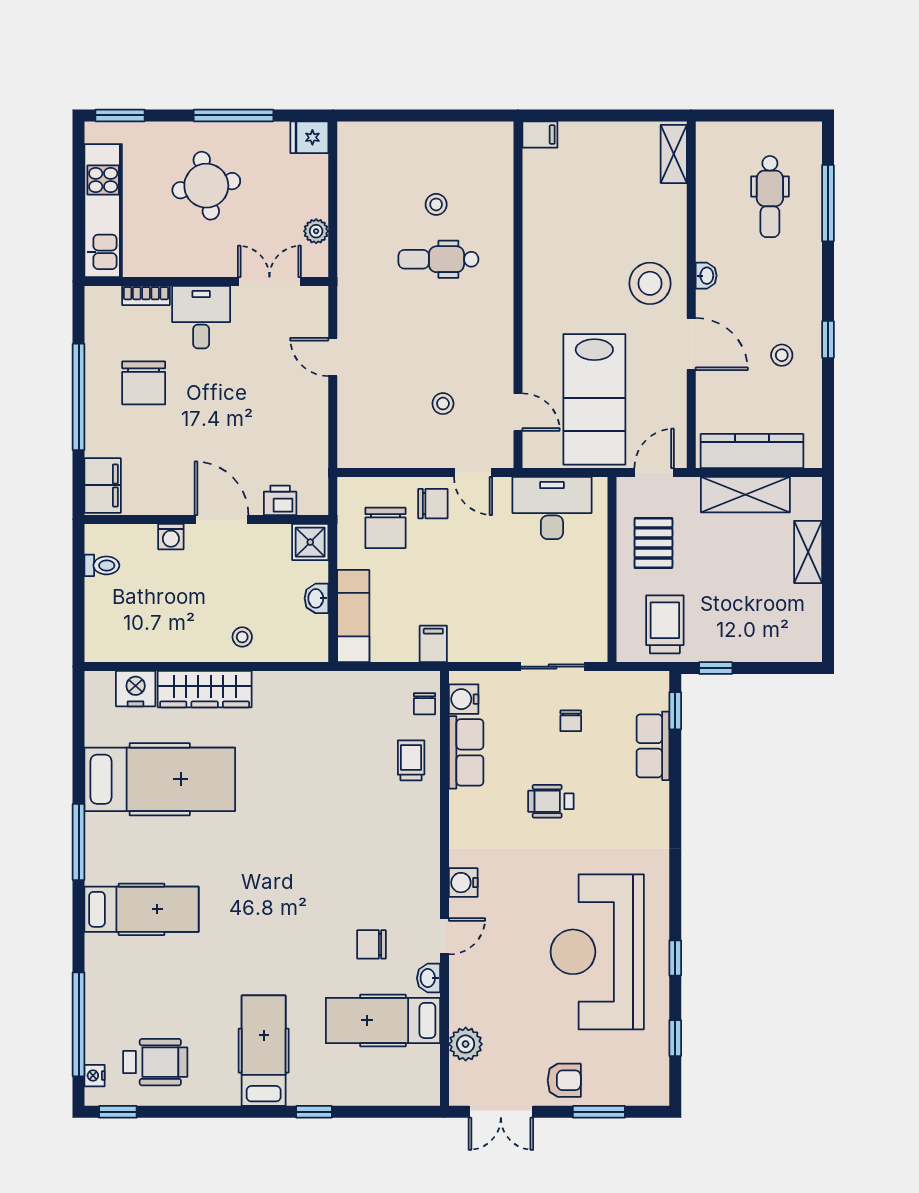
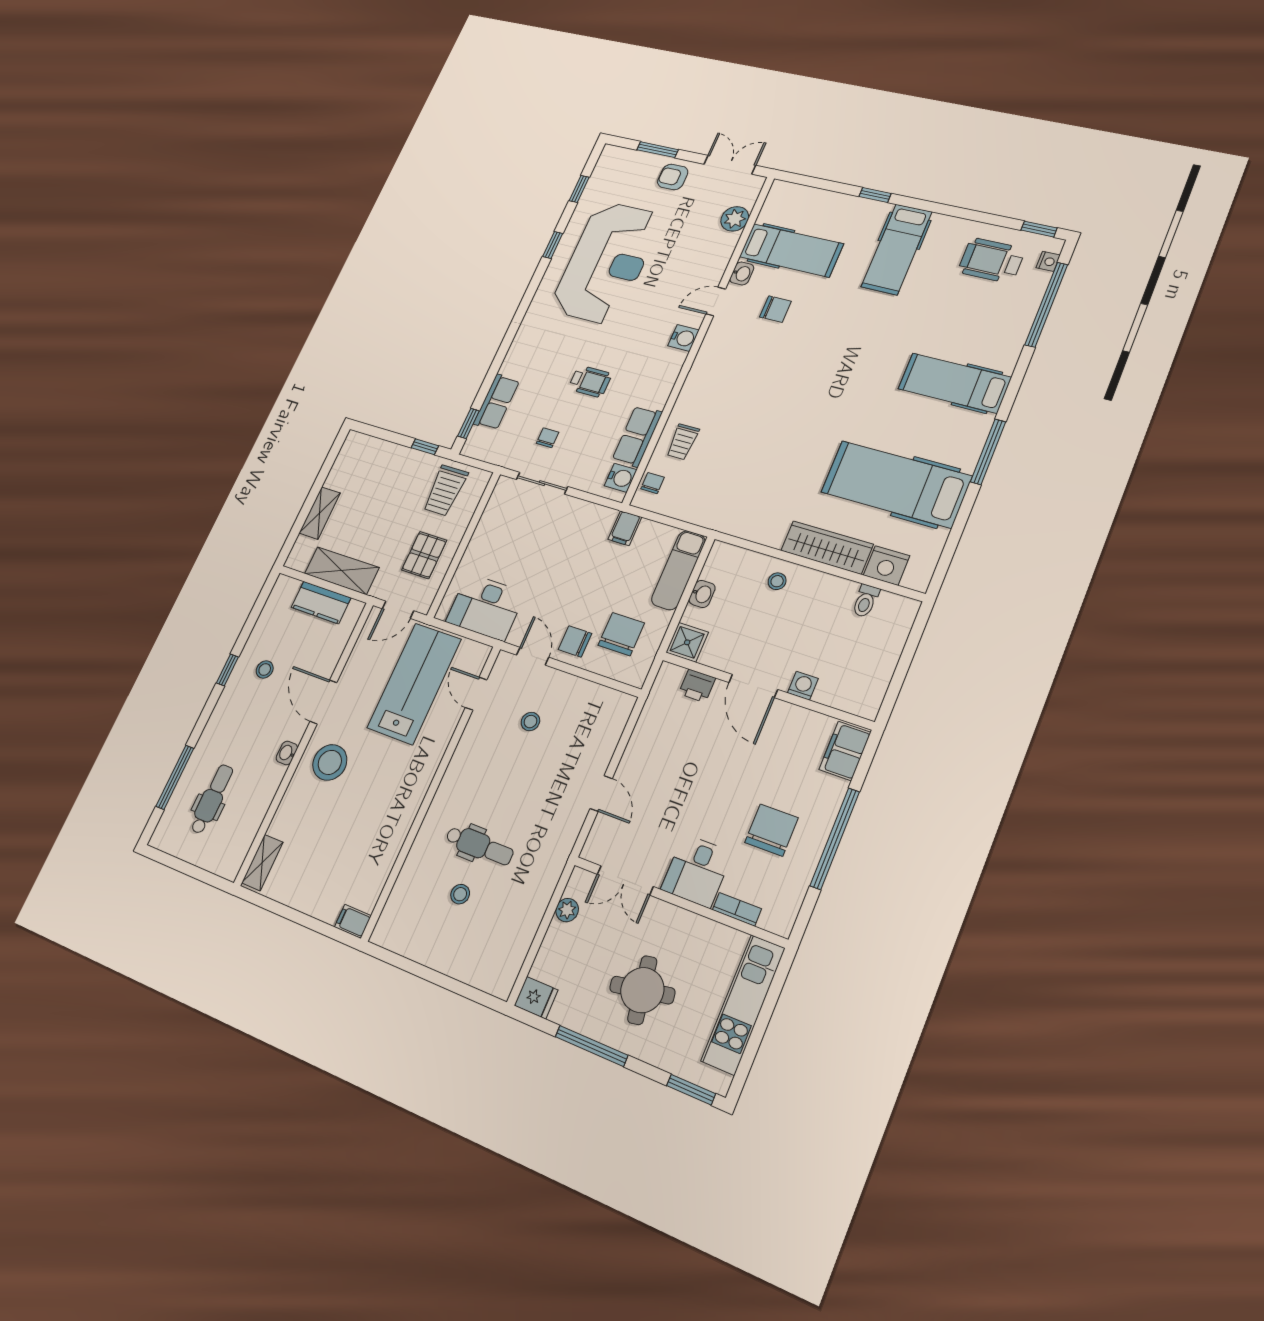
kitchen counter: (752, 451) -> (321, 603), width x0.67
toilet: (102, 565) -> (866, 601), moved, turned -90

